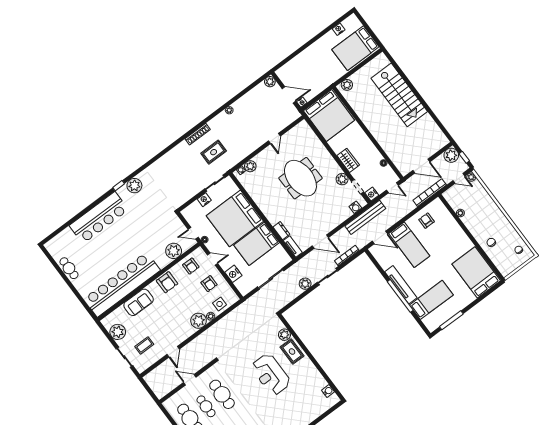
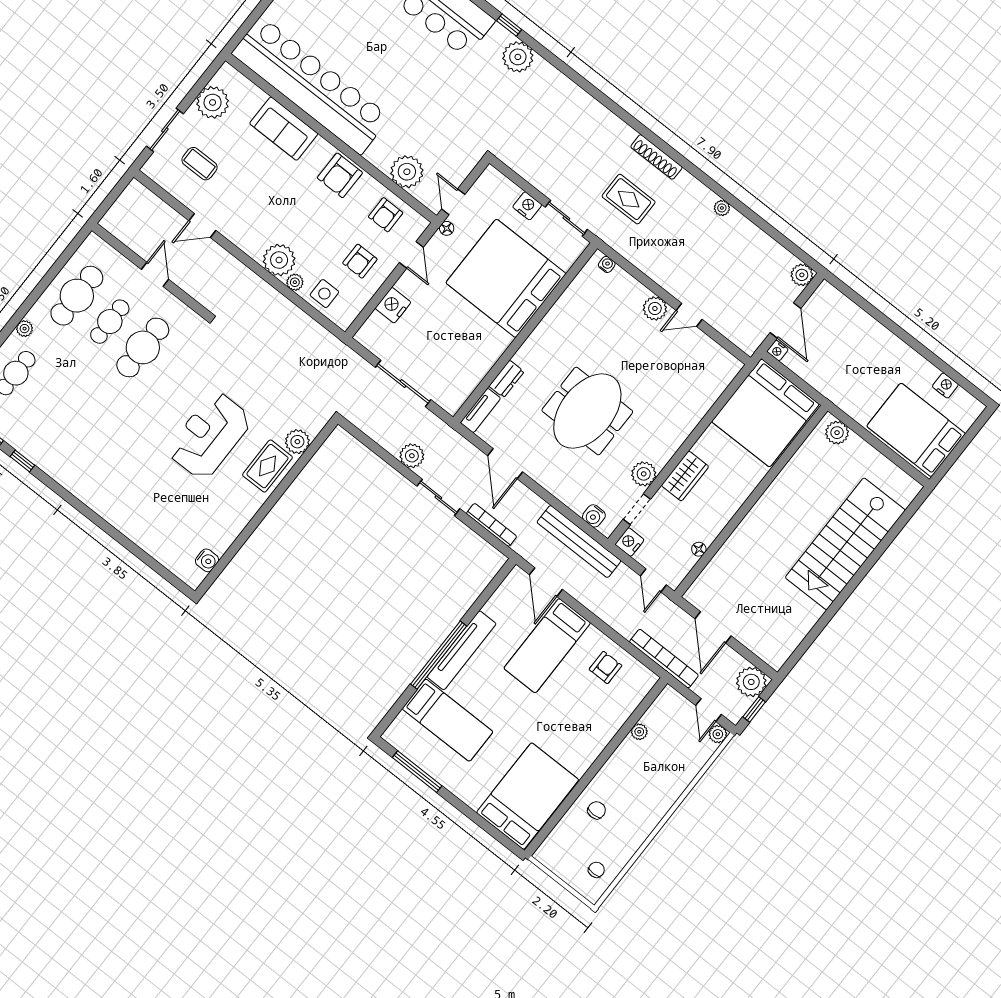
plant: (250, 166) -> (655, 308), moved
meeting table: (300, 178) -> (587, 411), moved
bed: (257, 244) -> (466, 336), removed

